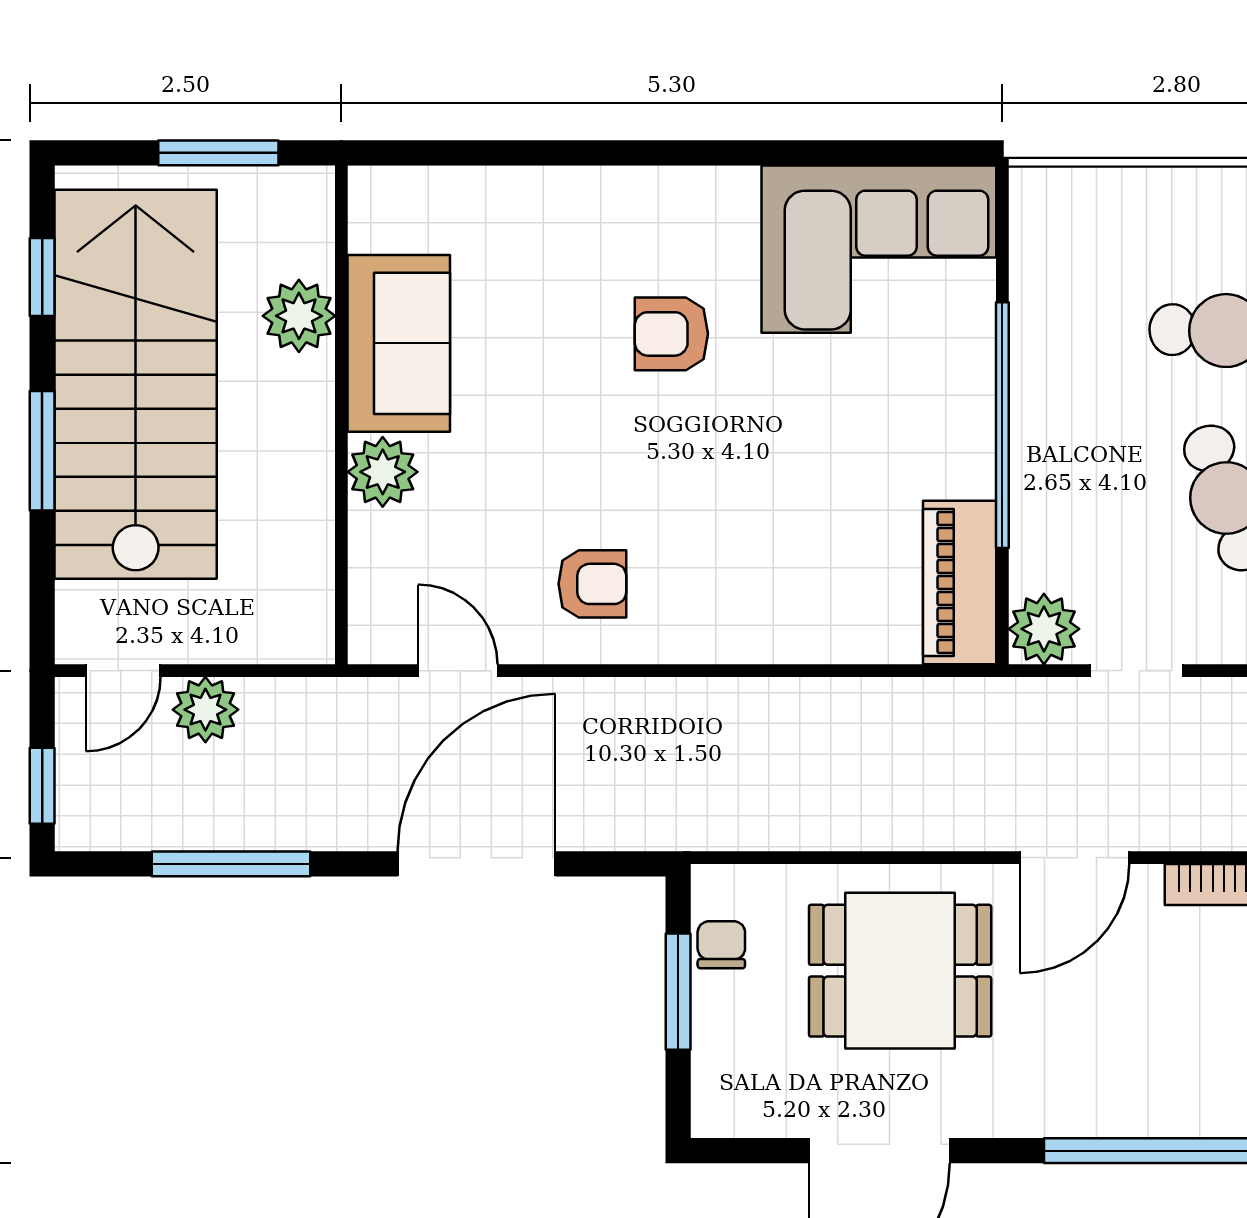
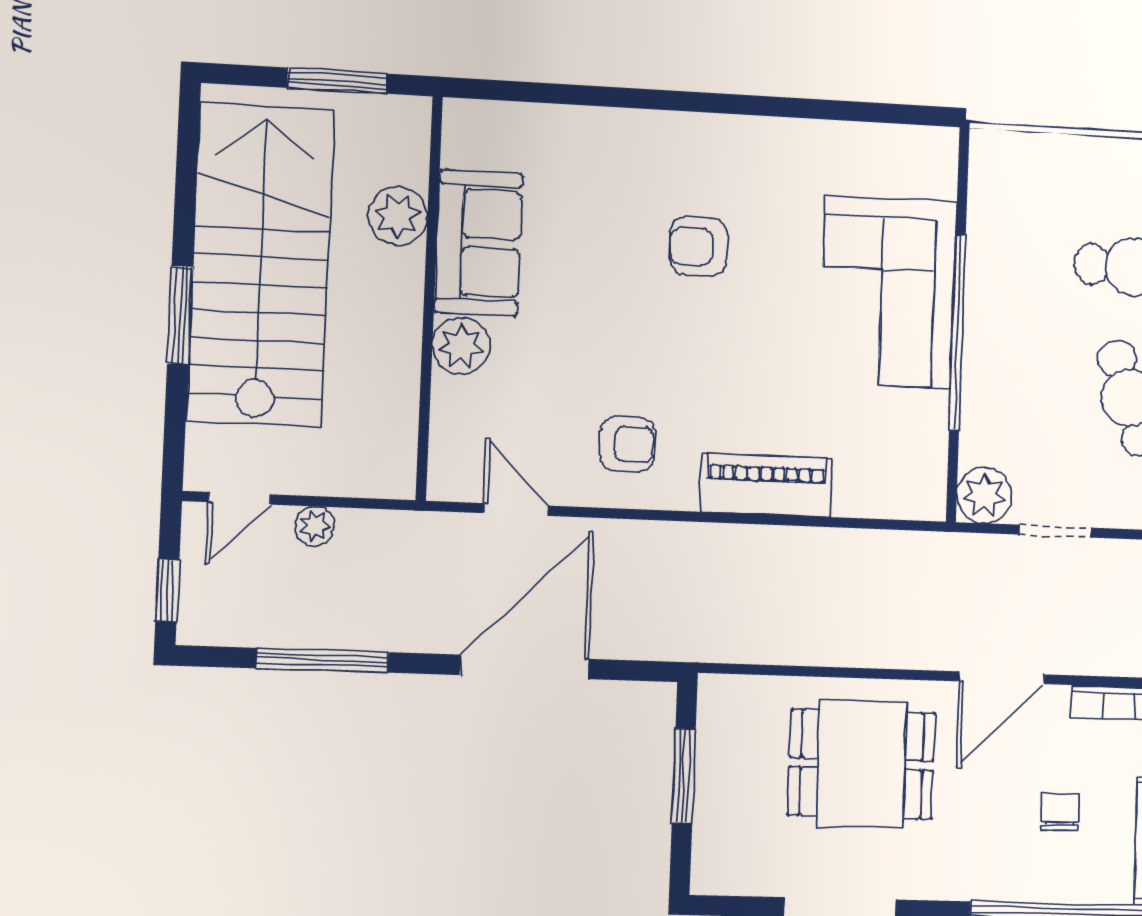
corner sofa: (879, 249) -> (888, 292), moved, turned 90
window: (42, 277) -> (186, 173), removed
piano: (960, 582) -> (766, 485), moved, turned 90
plant: (205, 710) -> (314, 526), width x0.73, depth x0.73
chair: (721, 945) -> (1060, 812), moved

